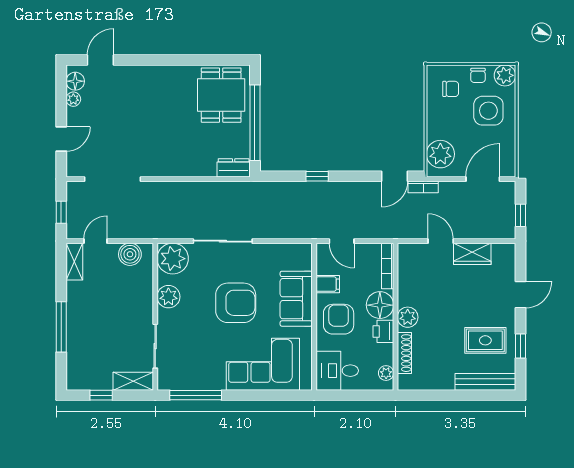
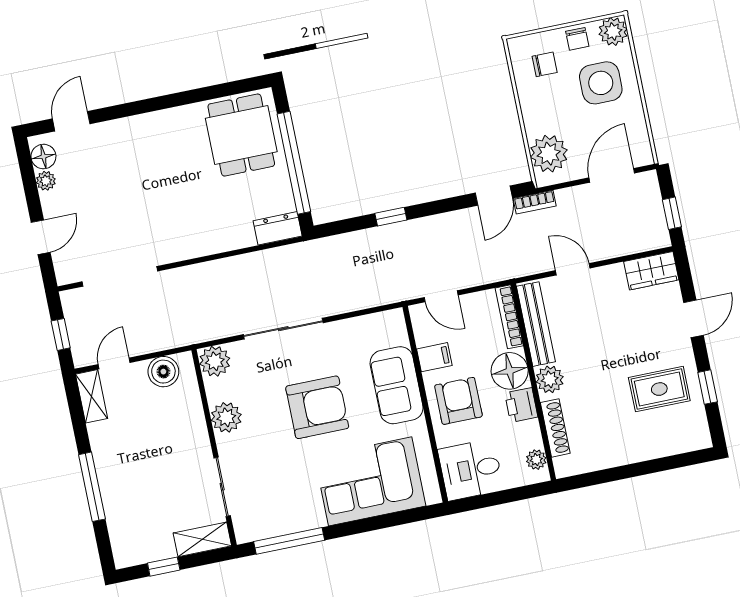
wardrobe: (472, 254) -> (651, 271), moved
plant: (173, 259) -> (215, 361), width x0.73, depth x0.73
bench: (485, 382) -> (536, 324), moved, turned 90

